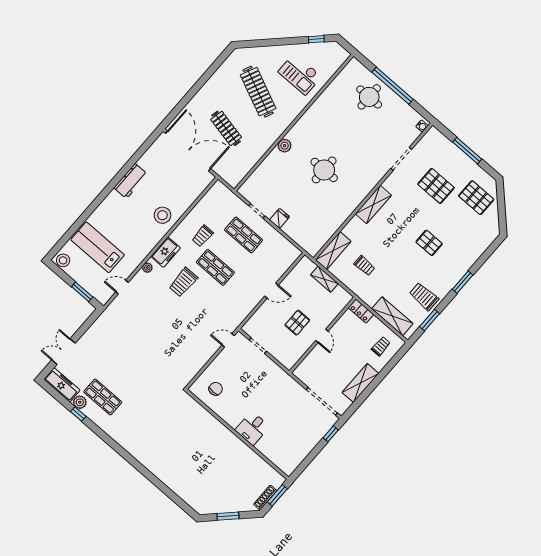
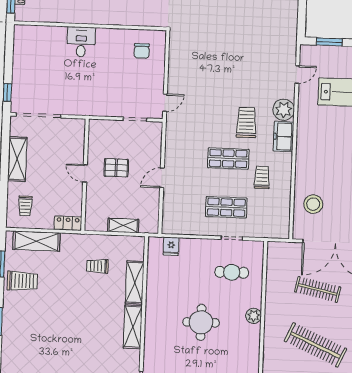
cafe table: (276, 187) -> (232, 272), added
stool: (163, 215) -> (313, 204), moved
fridge: (280, 218) -> (171, 246), moved
pallet: (429, 243) -> (56, 332), removed
shelving: (333, 251) -> (135, 282), moved
plant: (147, 268) -> (284, 110), width x1.87, depth x1.87
pallet: (297, 323) -> (116, 168), turned 90

